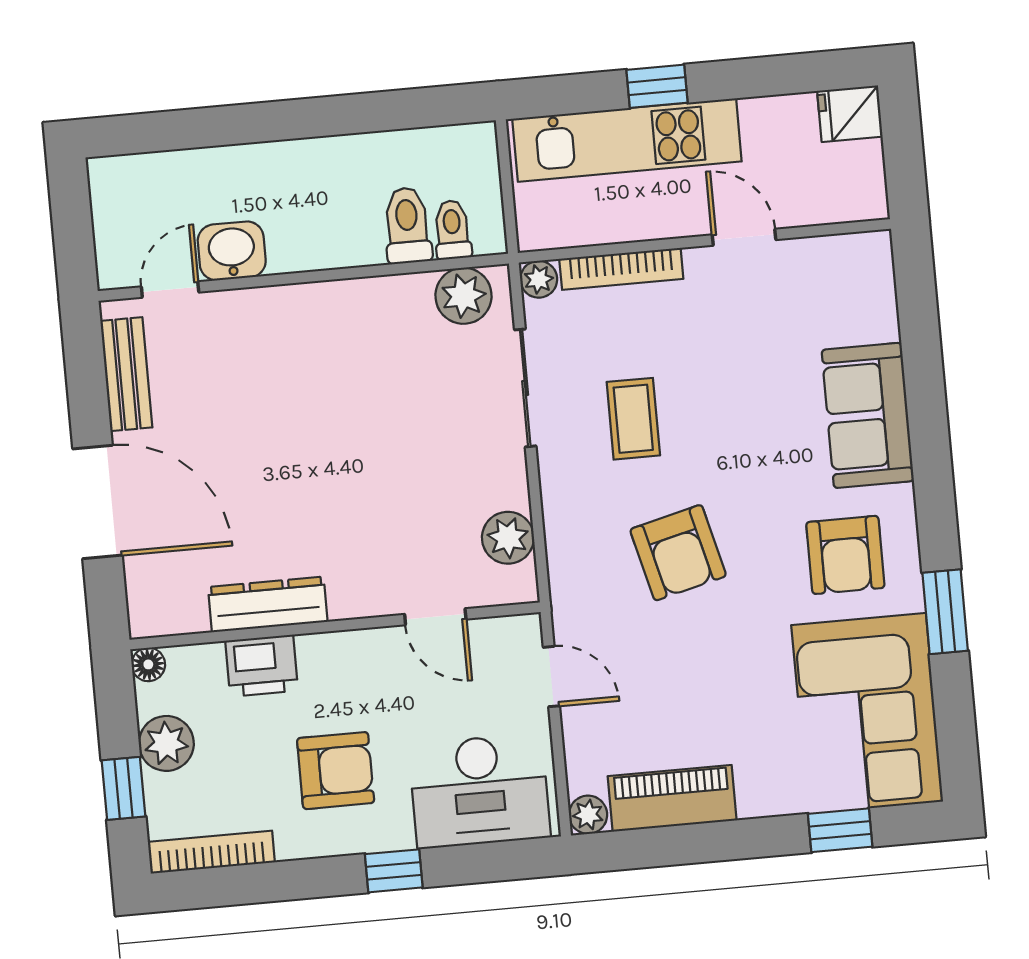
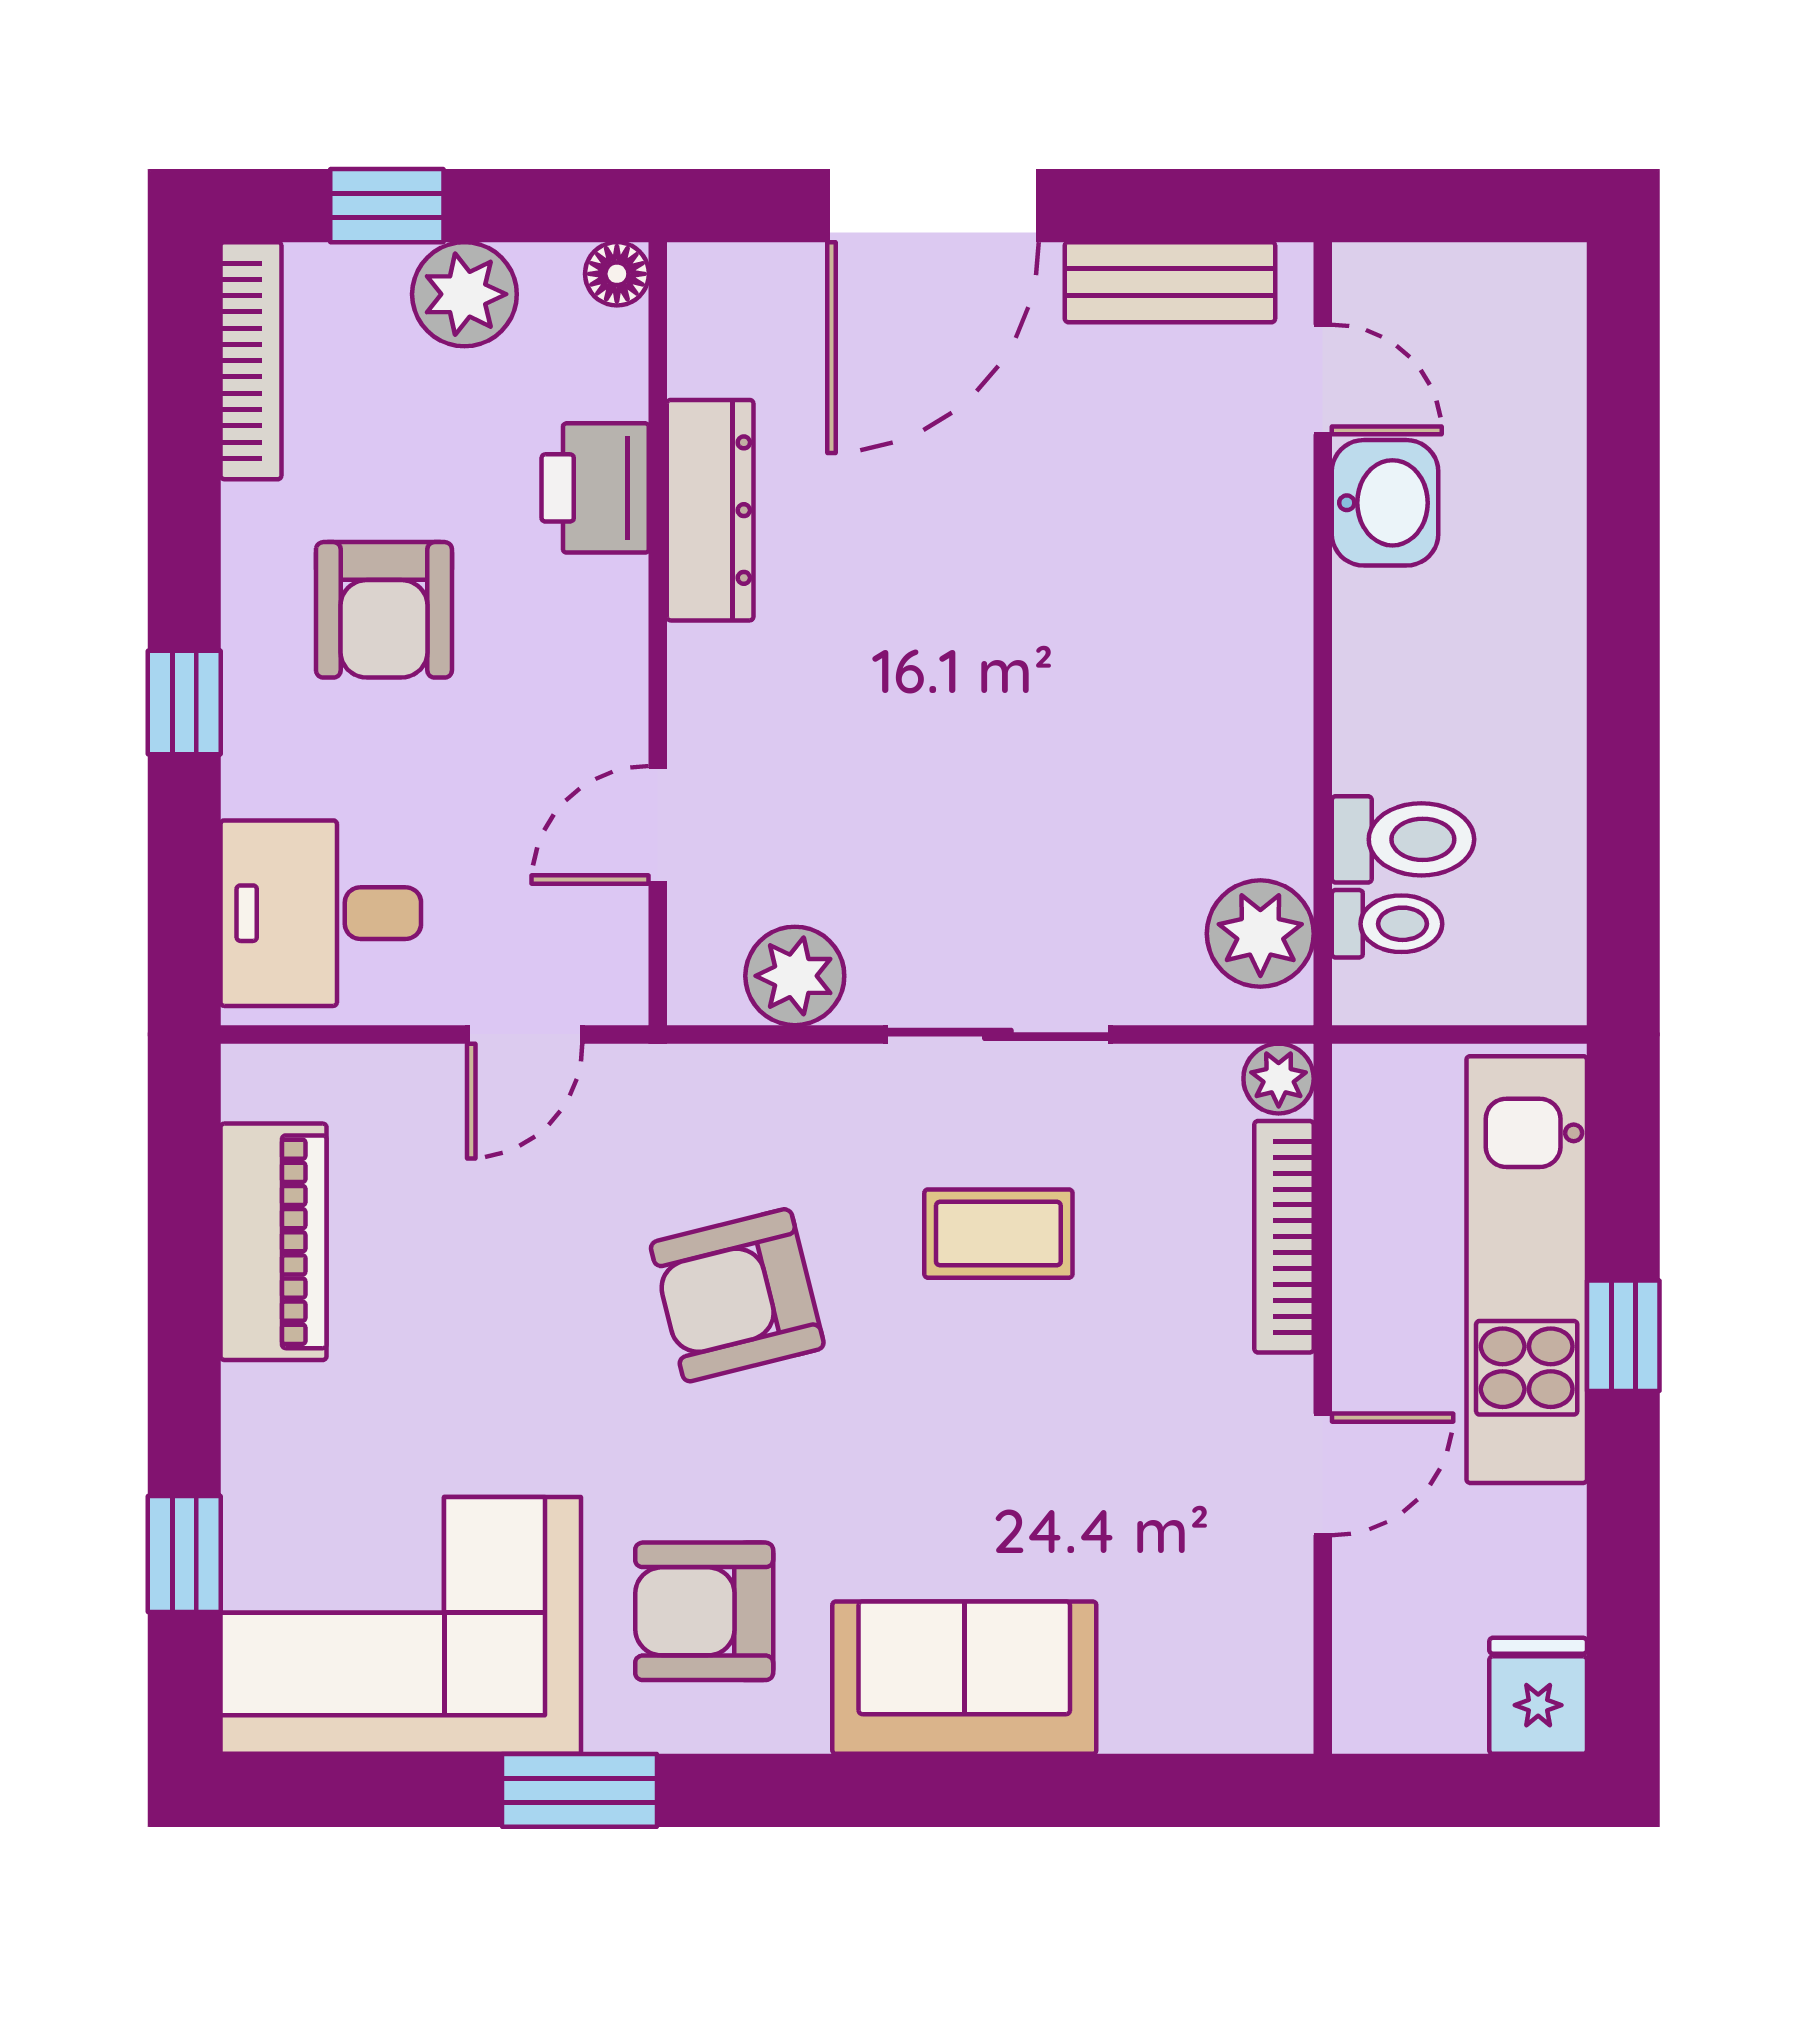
sliding door: (525, 388) -> (998, 1034), moved
desk: (479, 791) -> (321, 913), width x0.73
plant: (588, 815) -> (257, 1080), removed

